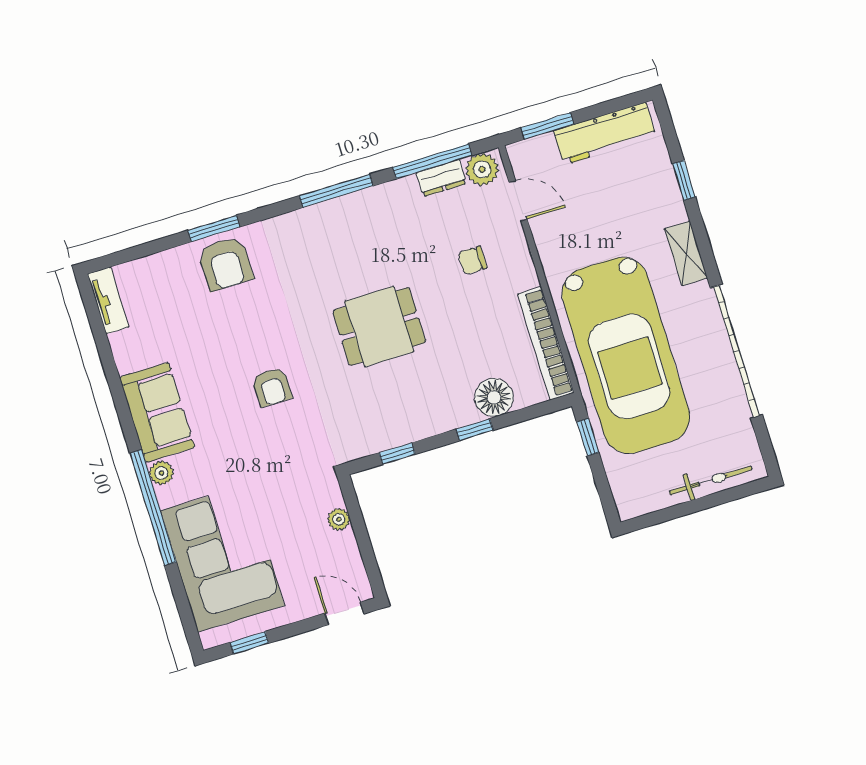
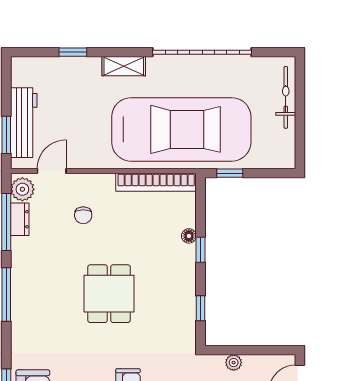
workbench: (605, 134) -> (24, 123), moved
floor lamp: (494, 397) -> (189, 236), width x0.53, depth x0.53

